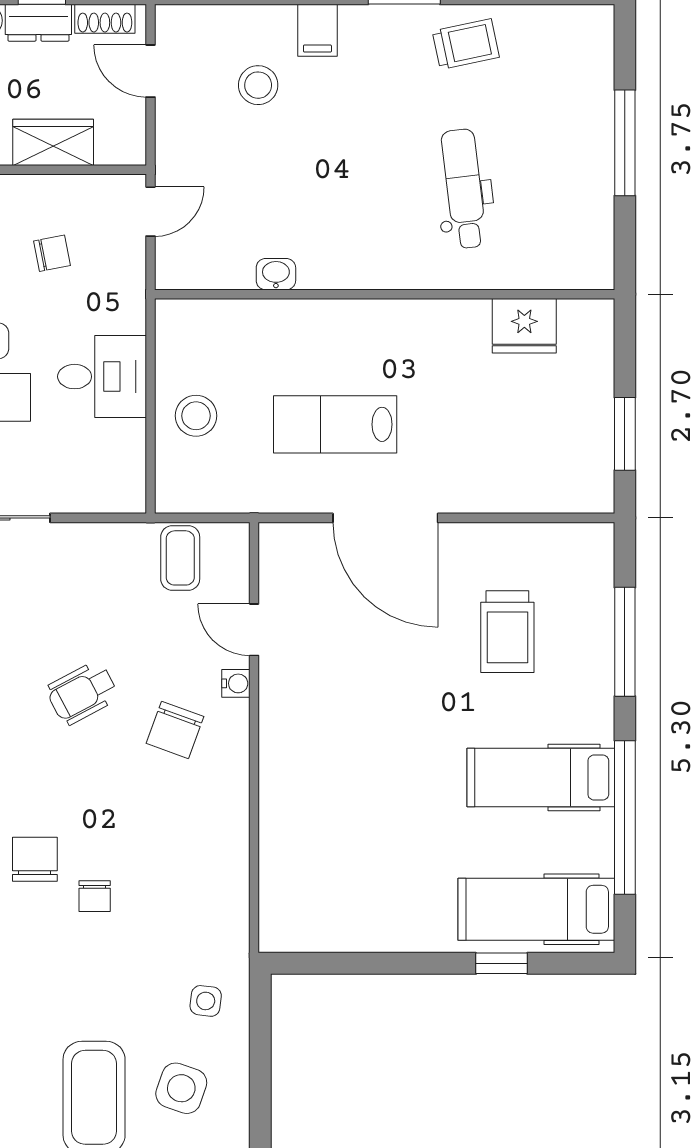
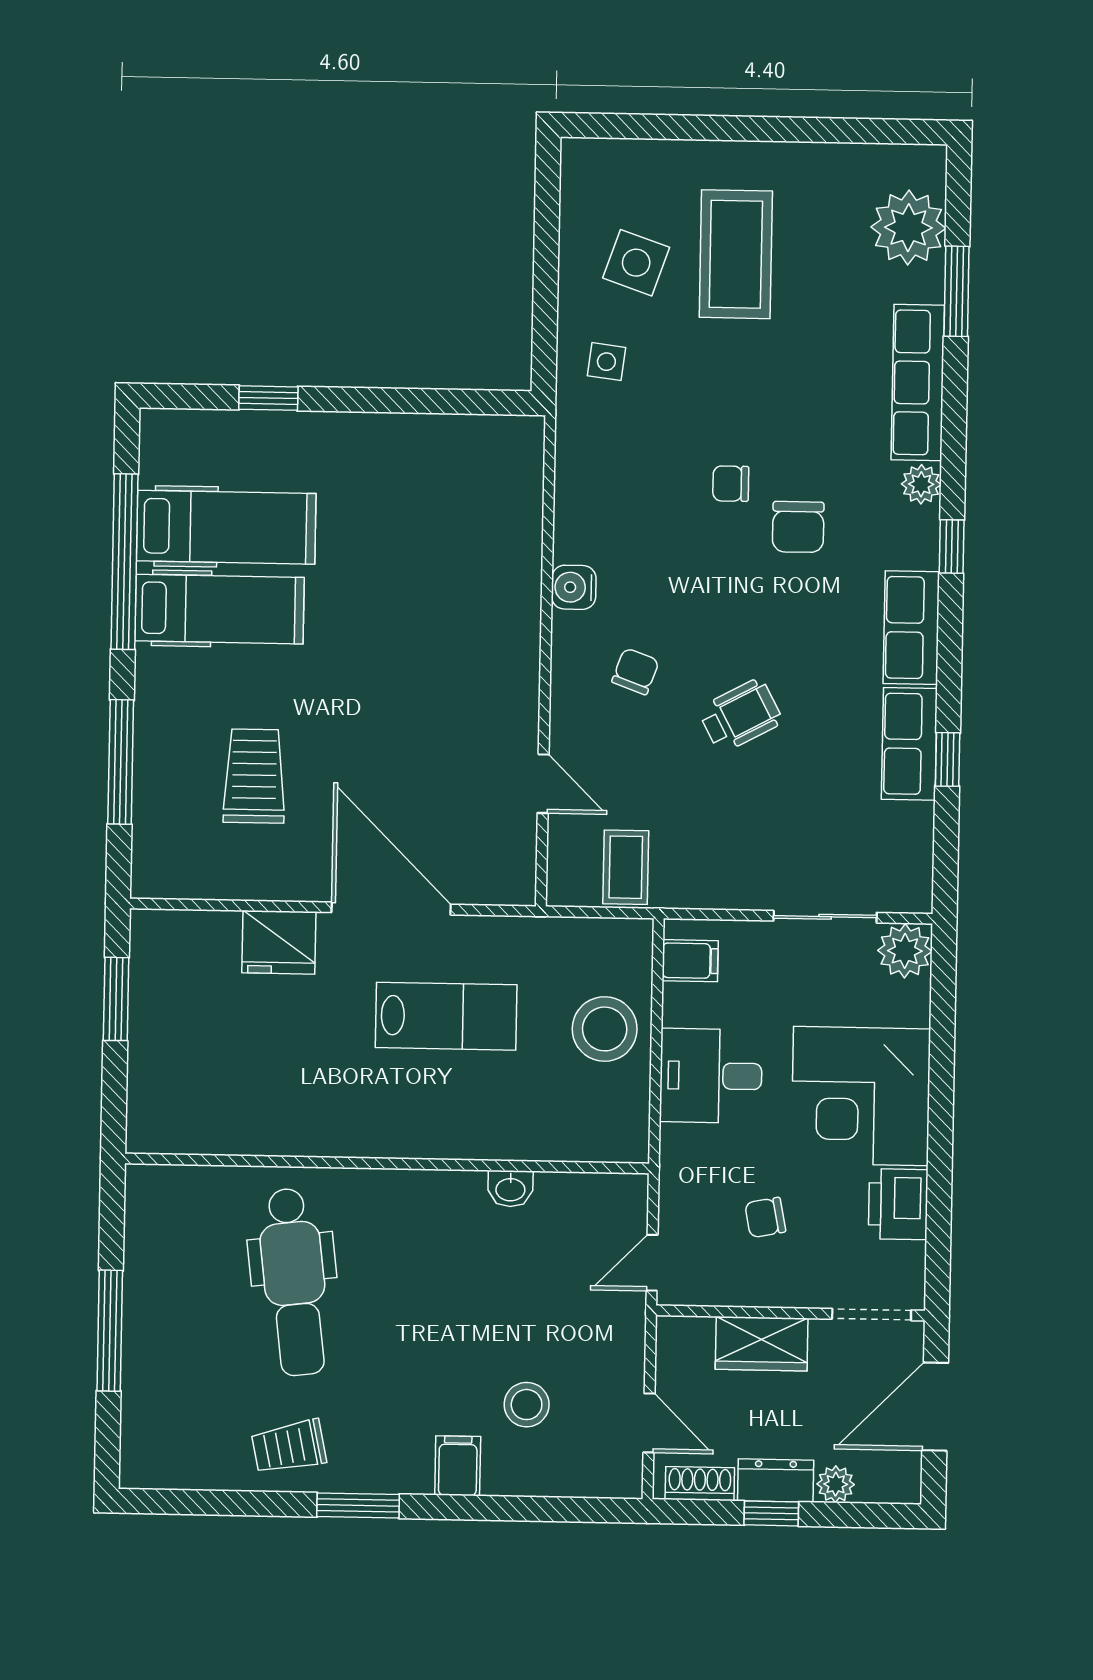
dental chair: (464, 189) -> (294, 1282), width x1.36, depth x1.38
fridge: (524, 326) -> (279, 942), moved, turned 180
stool: (196, 416) -> (605, 1029), width x1.38, depth x1.38
filing cabinet: (122, 477) -> (690, 961), added
water cooler: (236, 683) -> (574, 587), moved, width x1.38, depth x1.38
chair: (175, 730) -> (635, 671), width x0.73, depth x0.73
chair: (95, 896) -> (731, 484), turned -90
hospital bed: (536, 909) -> (226, 527), moved

